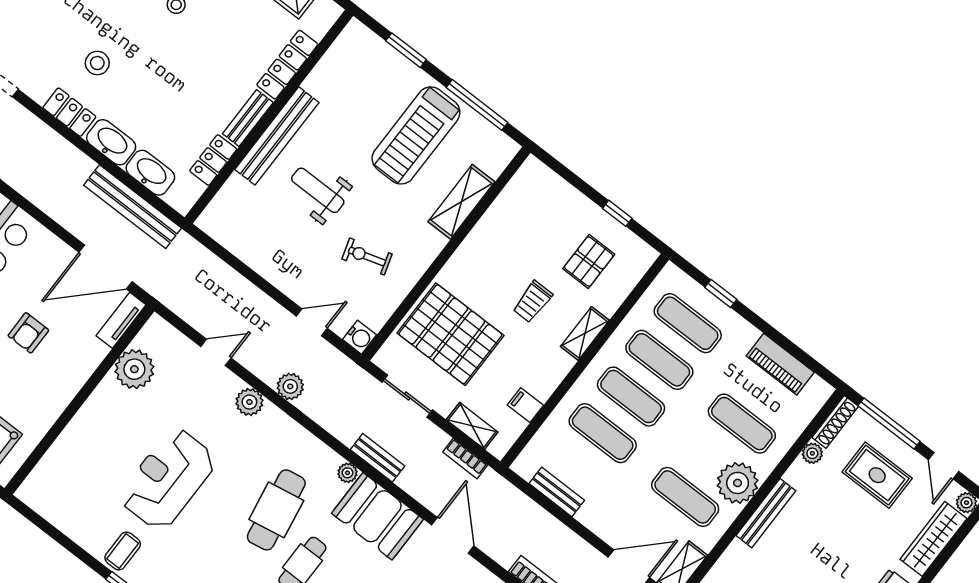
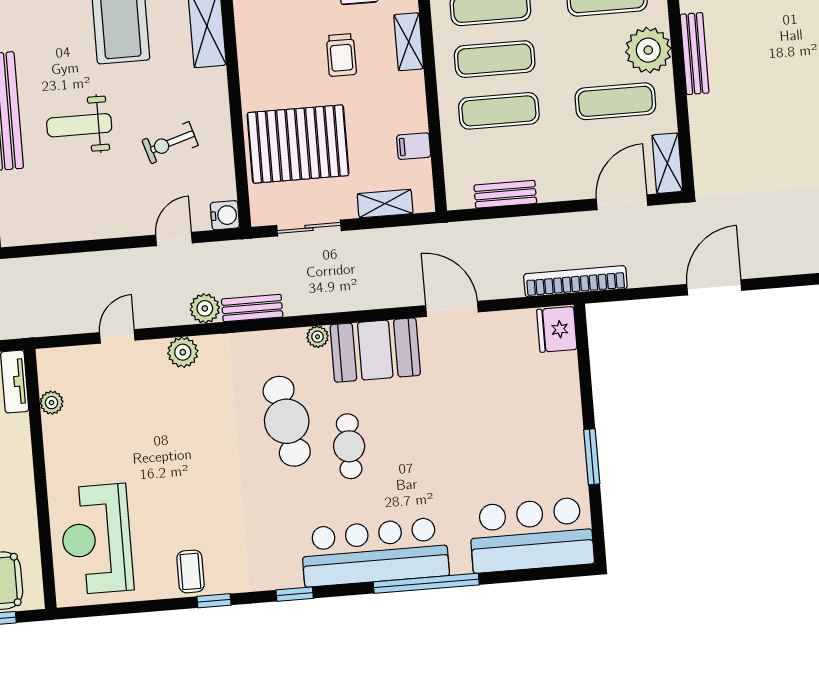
plant: (134, 369) -> (52, 403), width x0.53, depth x0.53
bench: (378, 458) -> (252, 308), moved
bookcase: (465, 458) -> (404, 236), removed
reception desk: (168, 479) -> (96, 539), moved

